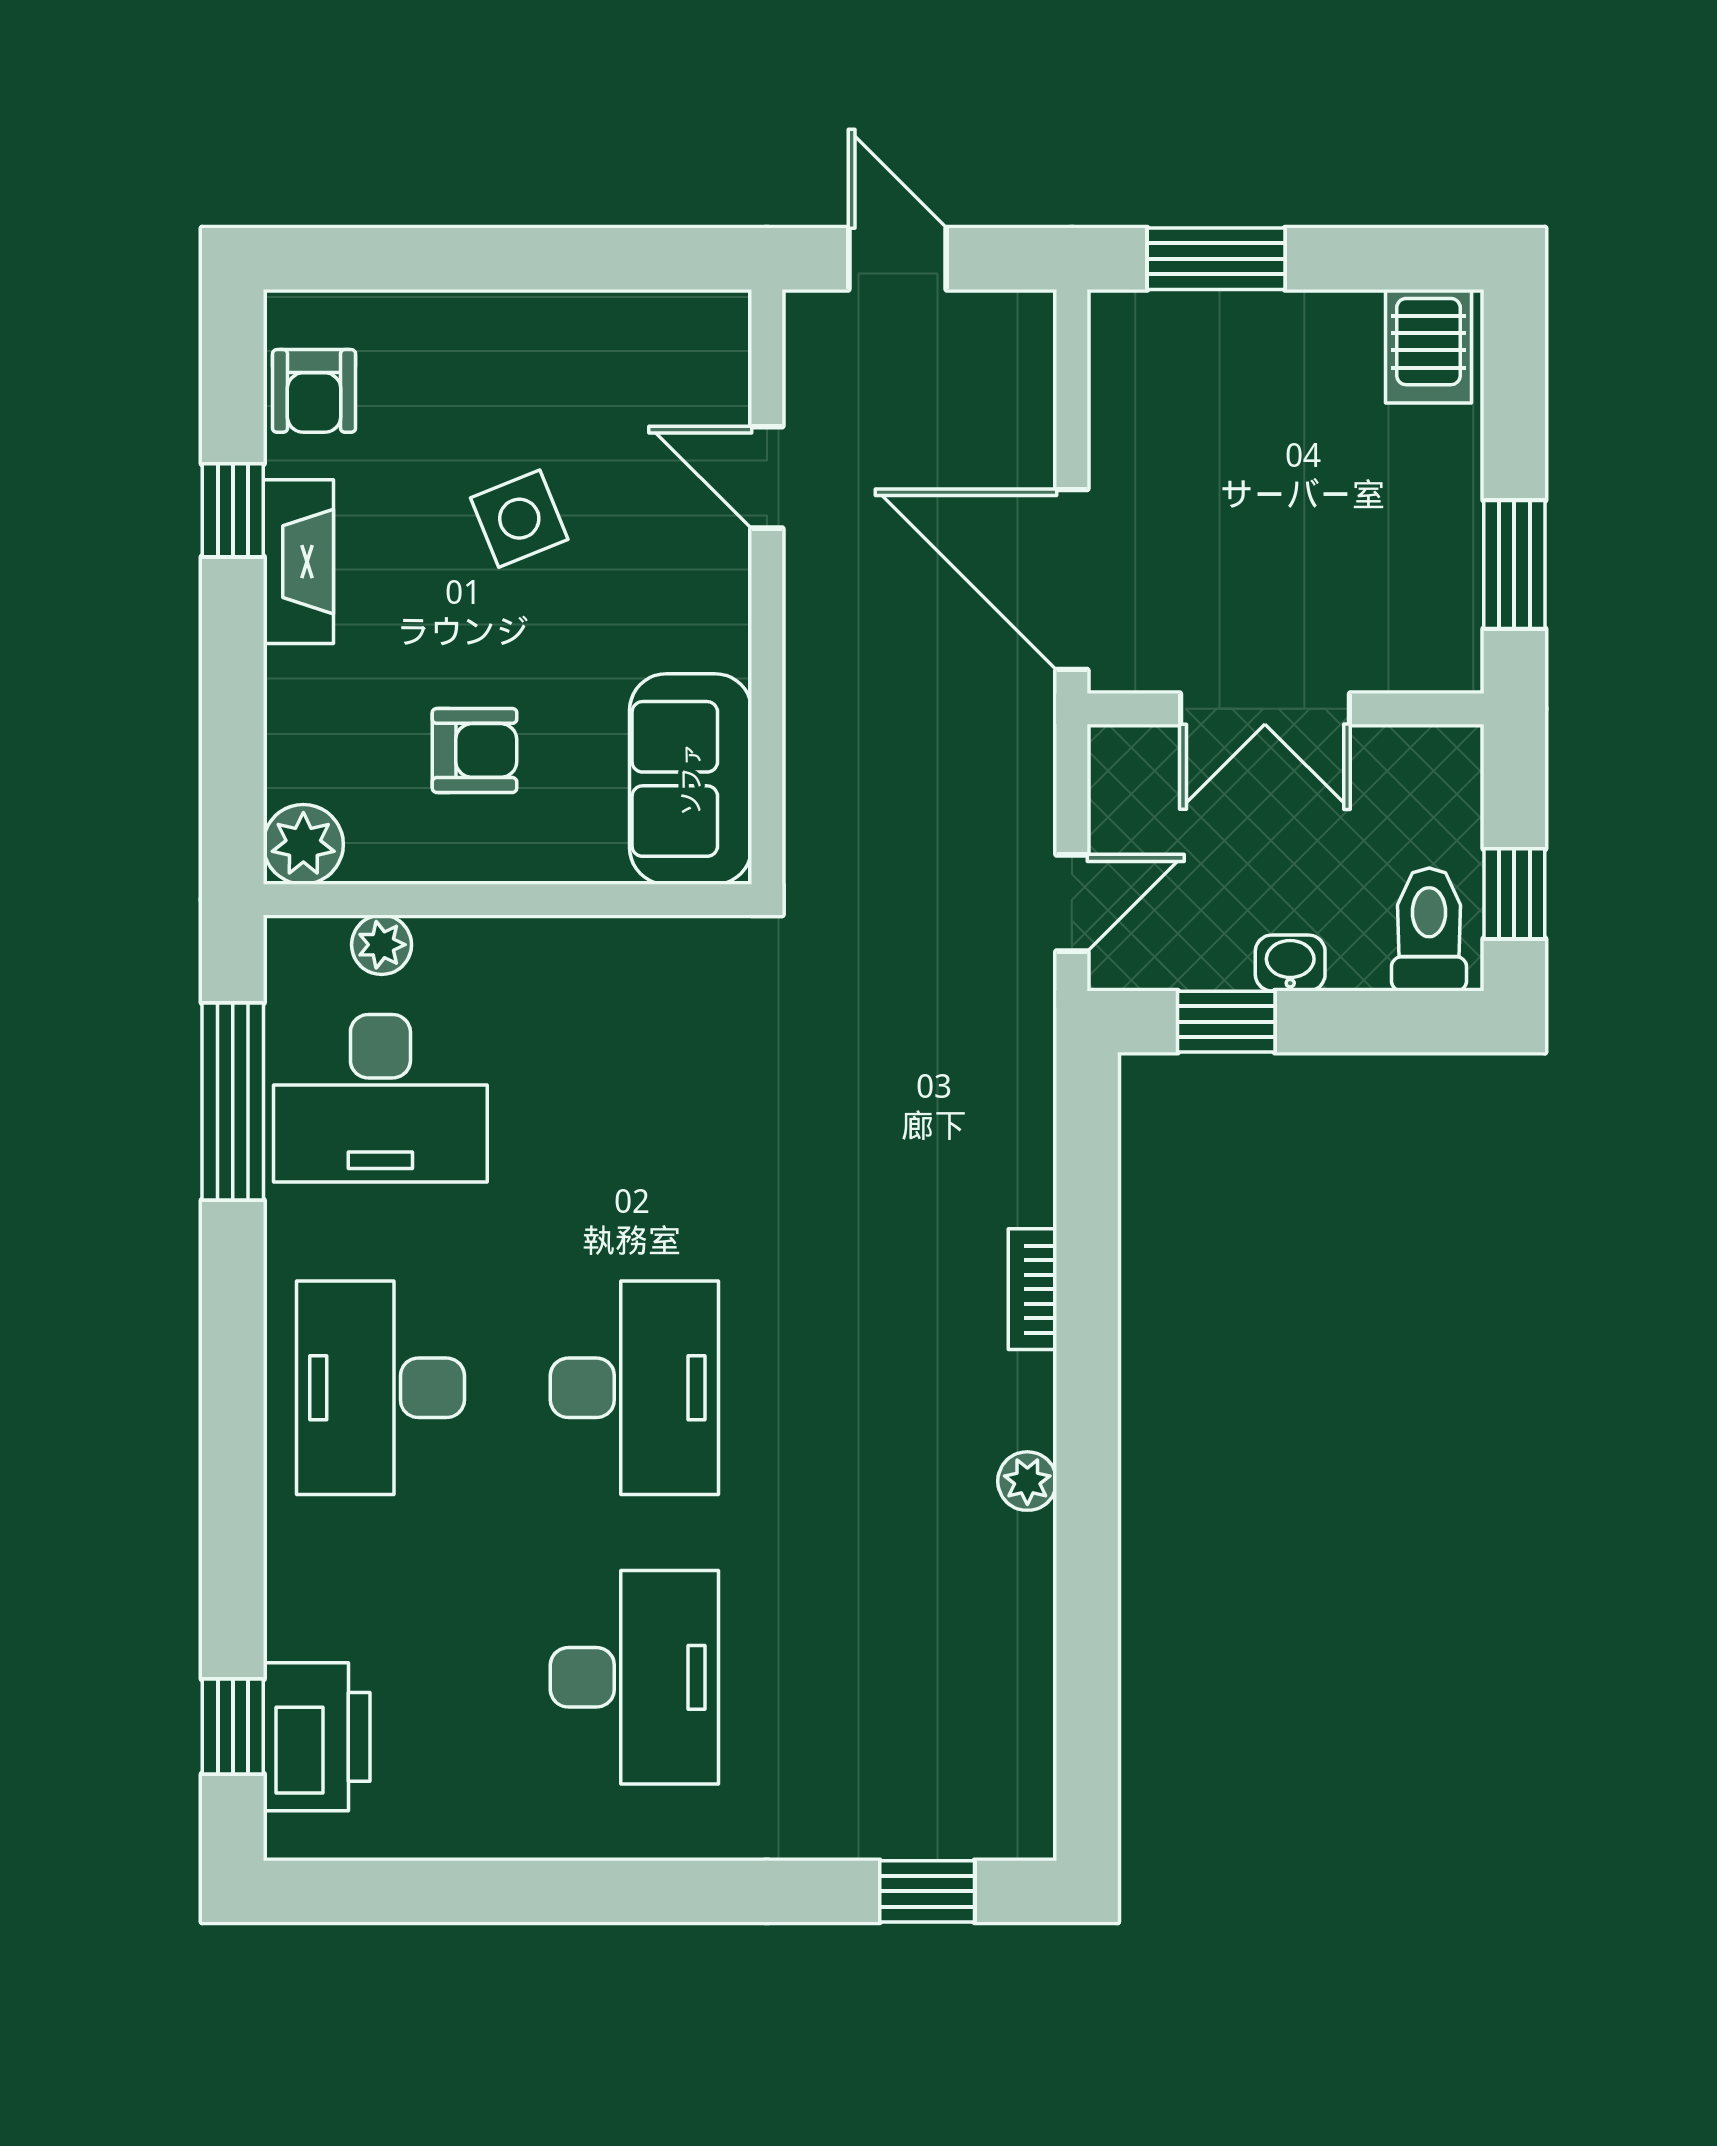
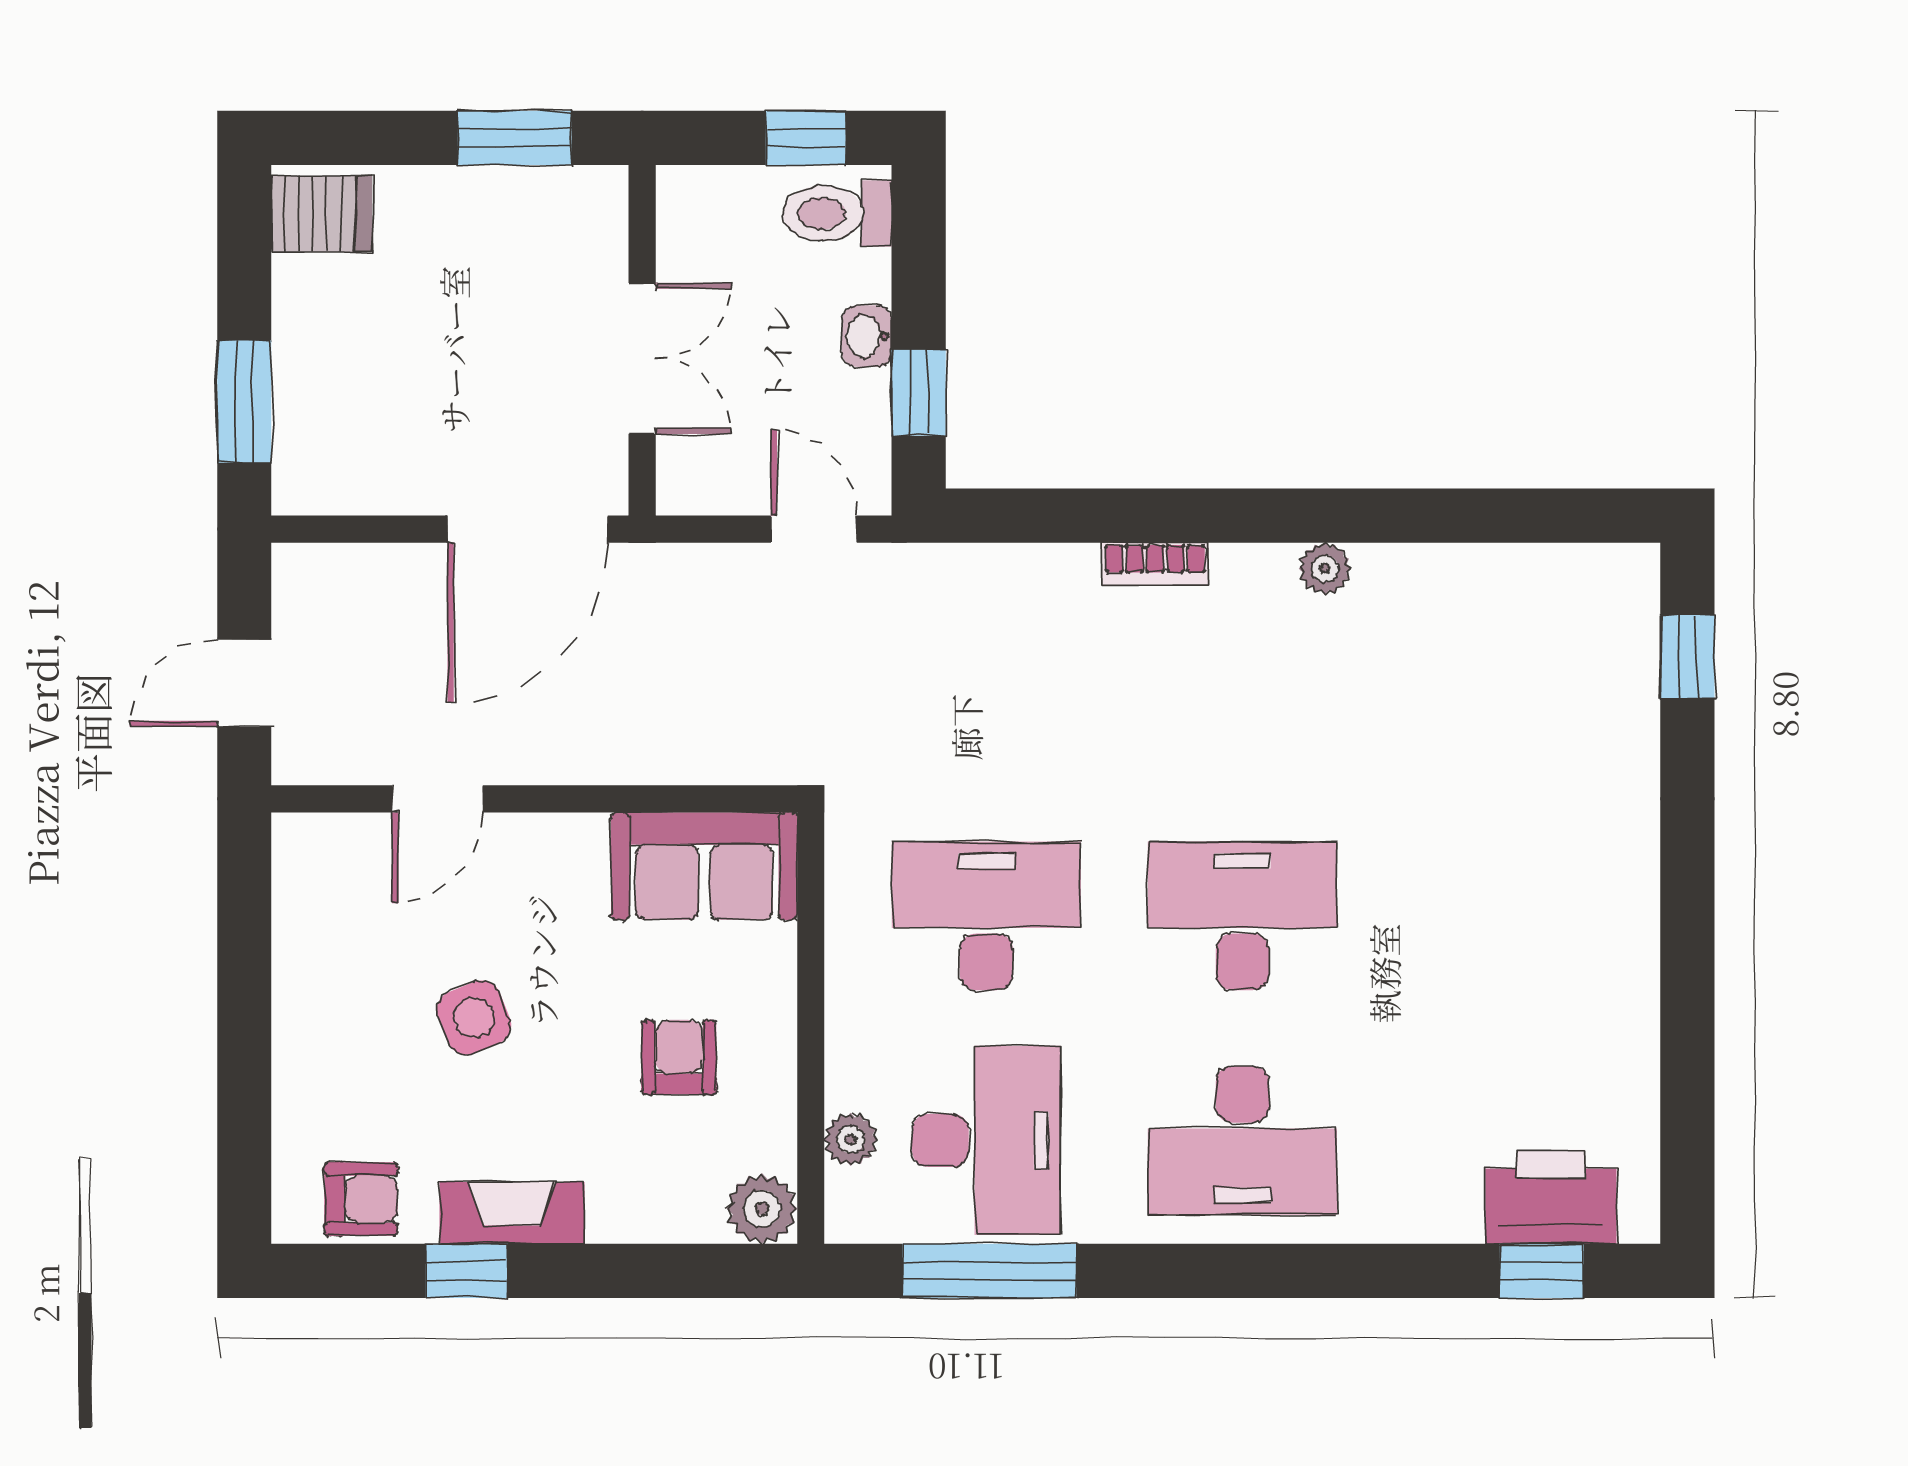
desk: (634, 1677) -> (986, 916), moved

